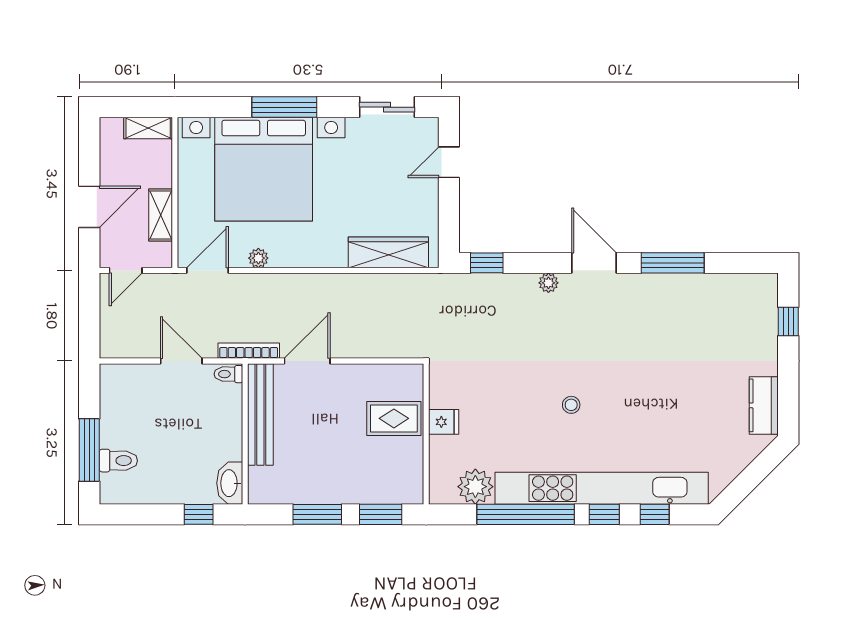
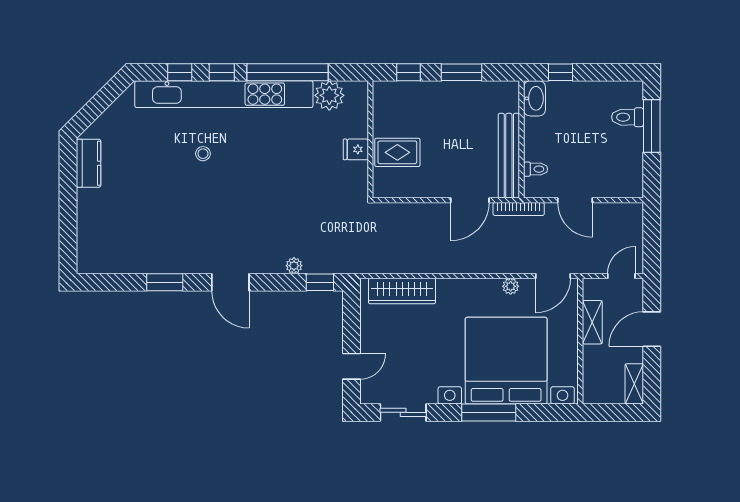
shelving: (148, 128) -> (634, 384), moved, turned 90
window: (673, 263) -> (165, 282), width x0.69
plant: (548, 283) -> (294, 266), moved
window: (788, 321) -> (68, 233), removed
toilet: (228, 374) -> (536, 169), moved
stool: (571, 405) -> (203, 154), moved
window: (381, 514) -> (408, 72), width x0.67

